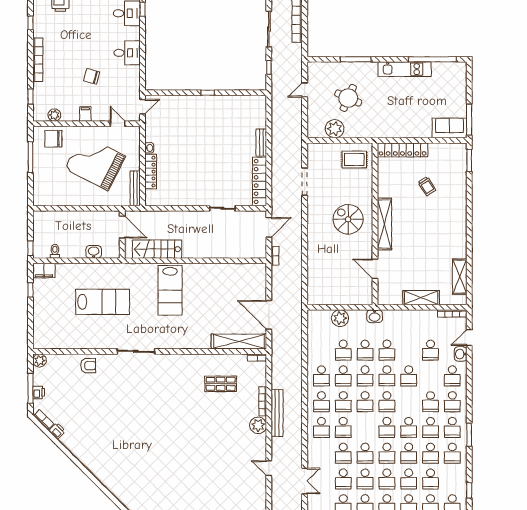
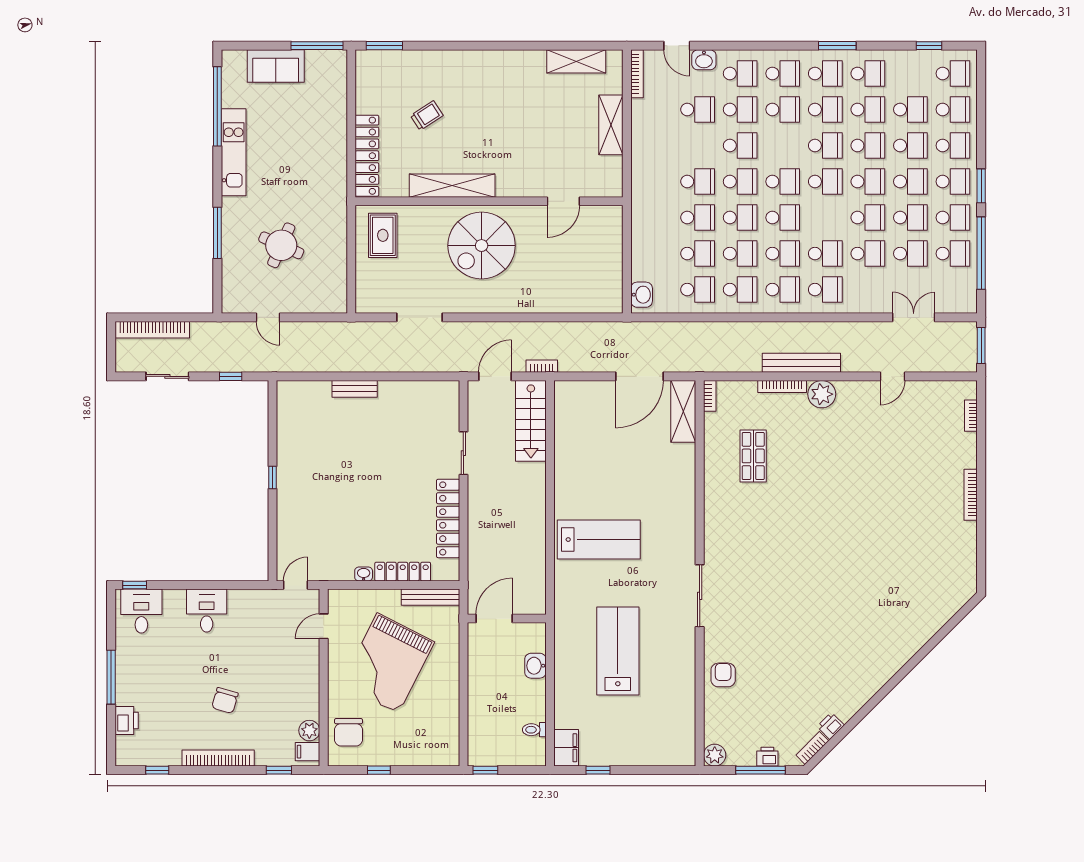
sliding door: (269, 29) -> (167, 376), width x0.73
chair: (92, 76) -> (225, 700), moved
door: (142, 107) -> (296, 585), hinge flipped
filing cabinet: (85, 114) -> (308, 752), moved
sofa: (450, 128) -> (276, 66), moved, turned -90
plant: (335, 129) -> (332, 268), removed
window: (30, 157) -> (379, 770), width x0.46
locker: (260, 181) -> (448, 518), moved, turned 90
spiral stairs: (348, 219) -> (482, 246), width x1.37, depth x1.37
shelving: (384, 224) -> (452, 186), moved
door: (269, 227) -> (495, 376), hinge flipped
window: (30, 248) -> (485, 770), moved
stairs: (157, 249) -> (531, 421), moved
washbasin: (375, 316) -> (642, 295), moved
plant: (340, 318) -> (645, 259), removed
shelving: (239, 341) -> (683, 411), width x0.68
school desk: (321, 350) -> (698, 290), added
school desk: (430, 376) -> (740, 109), added

